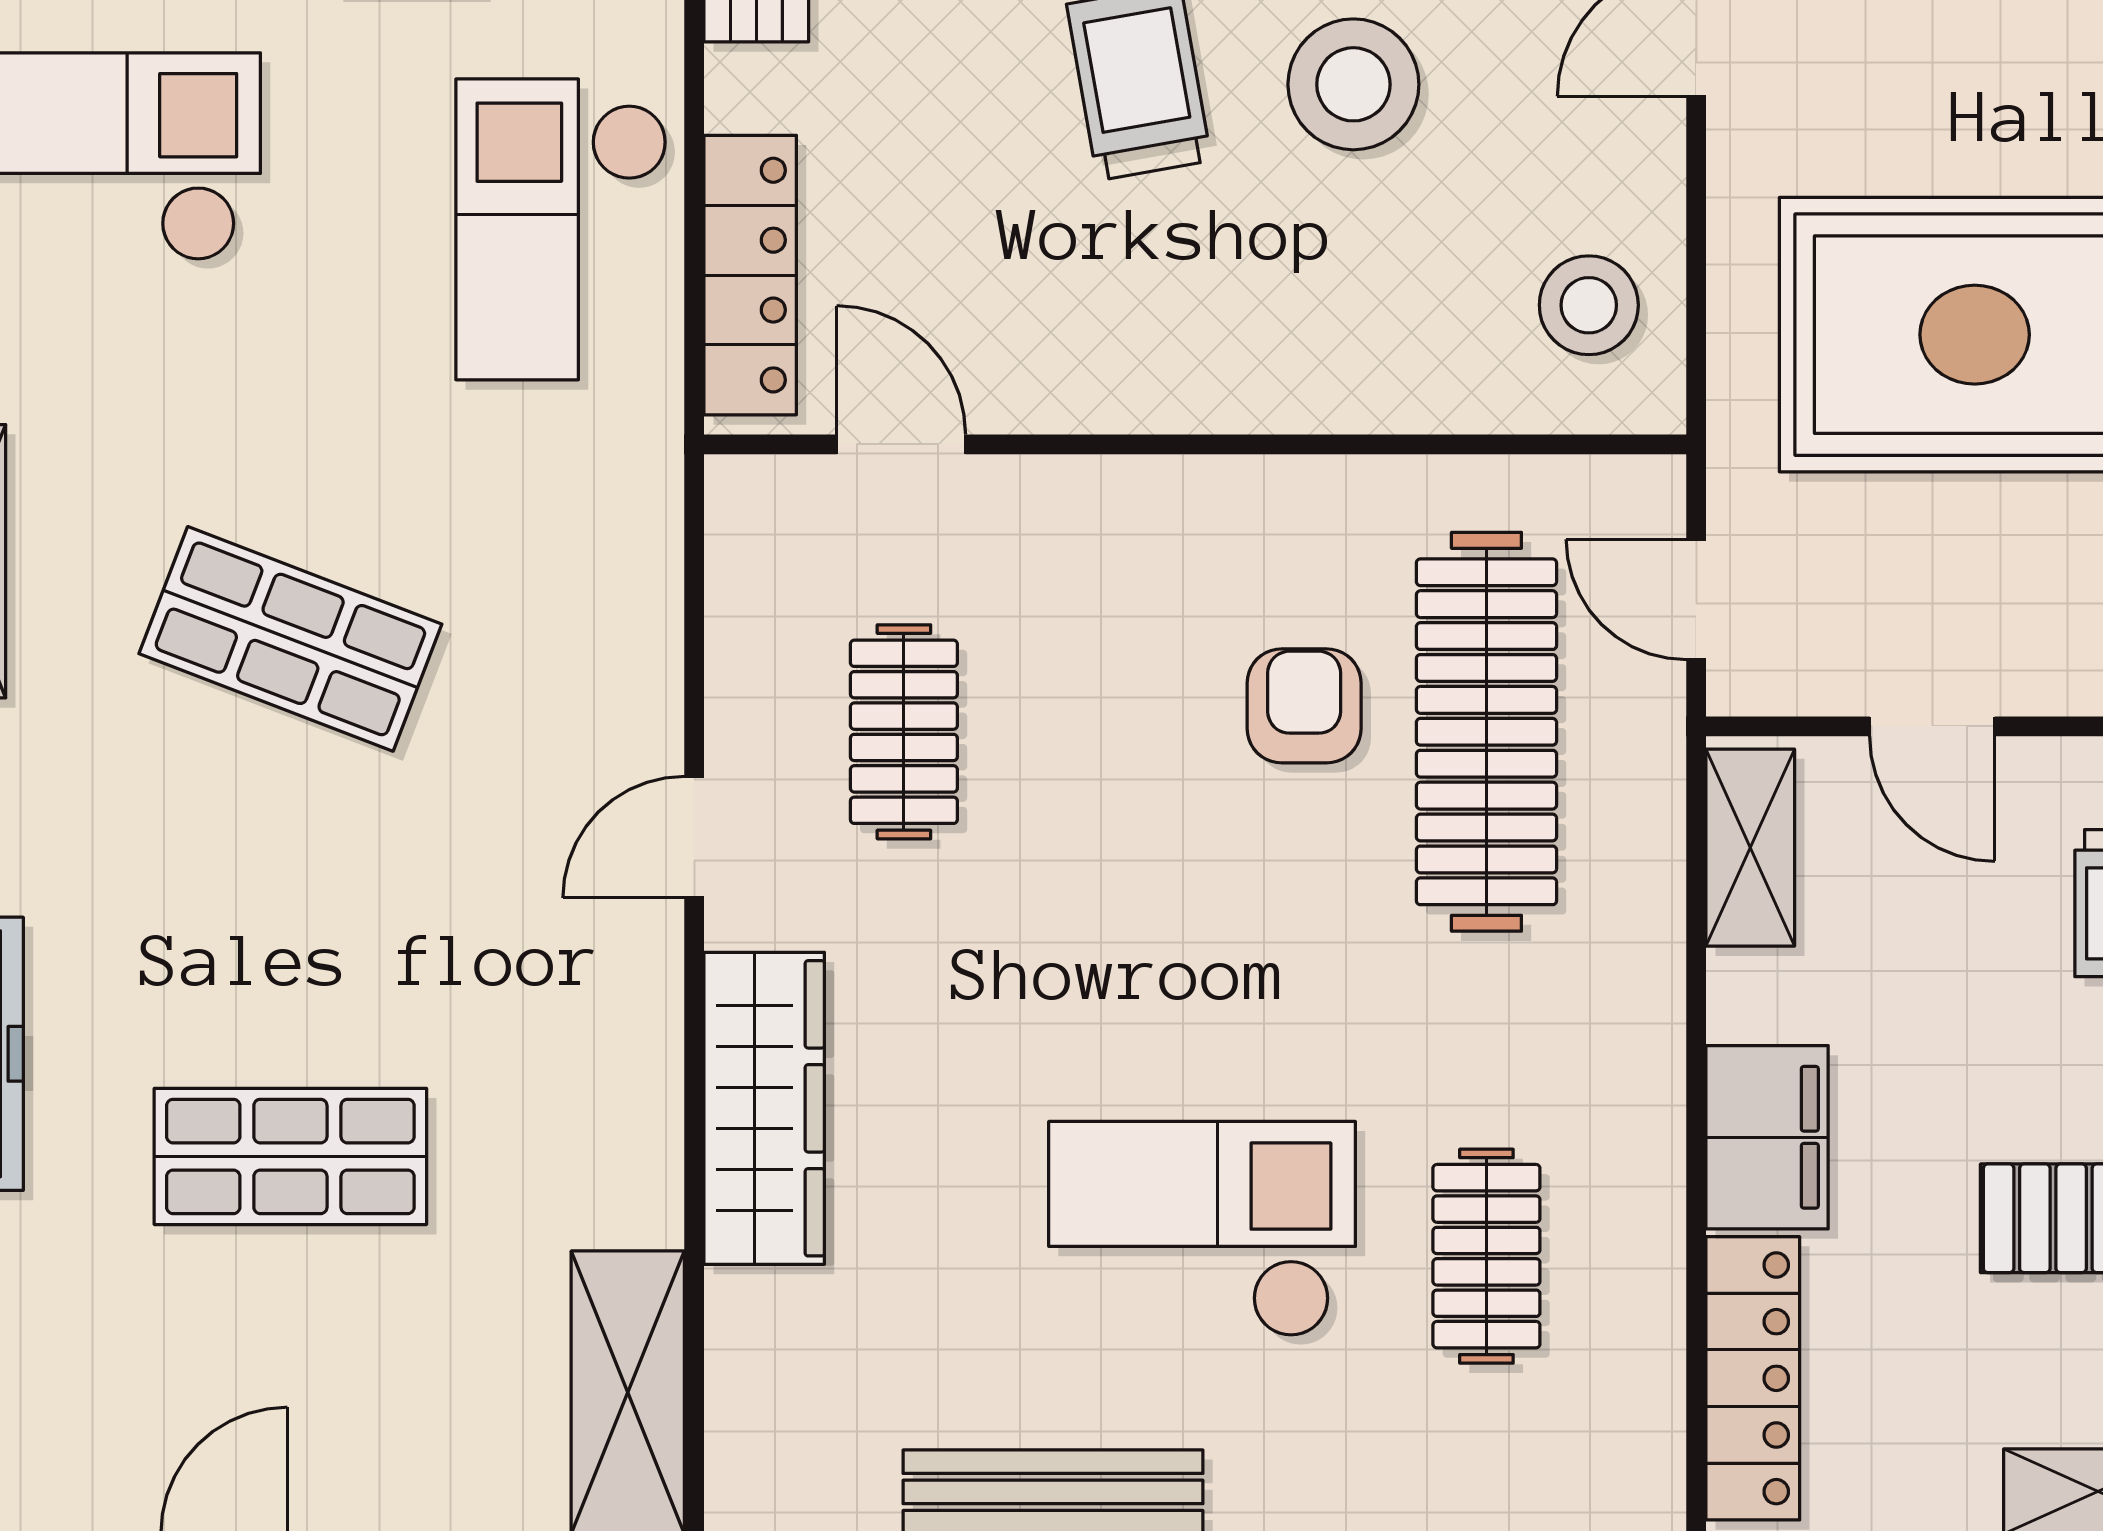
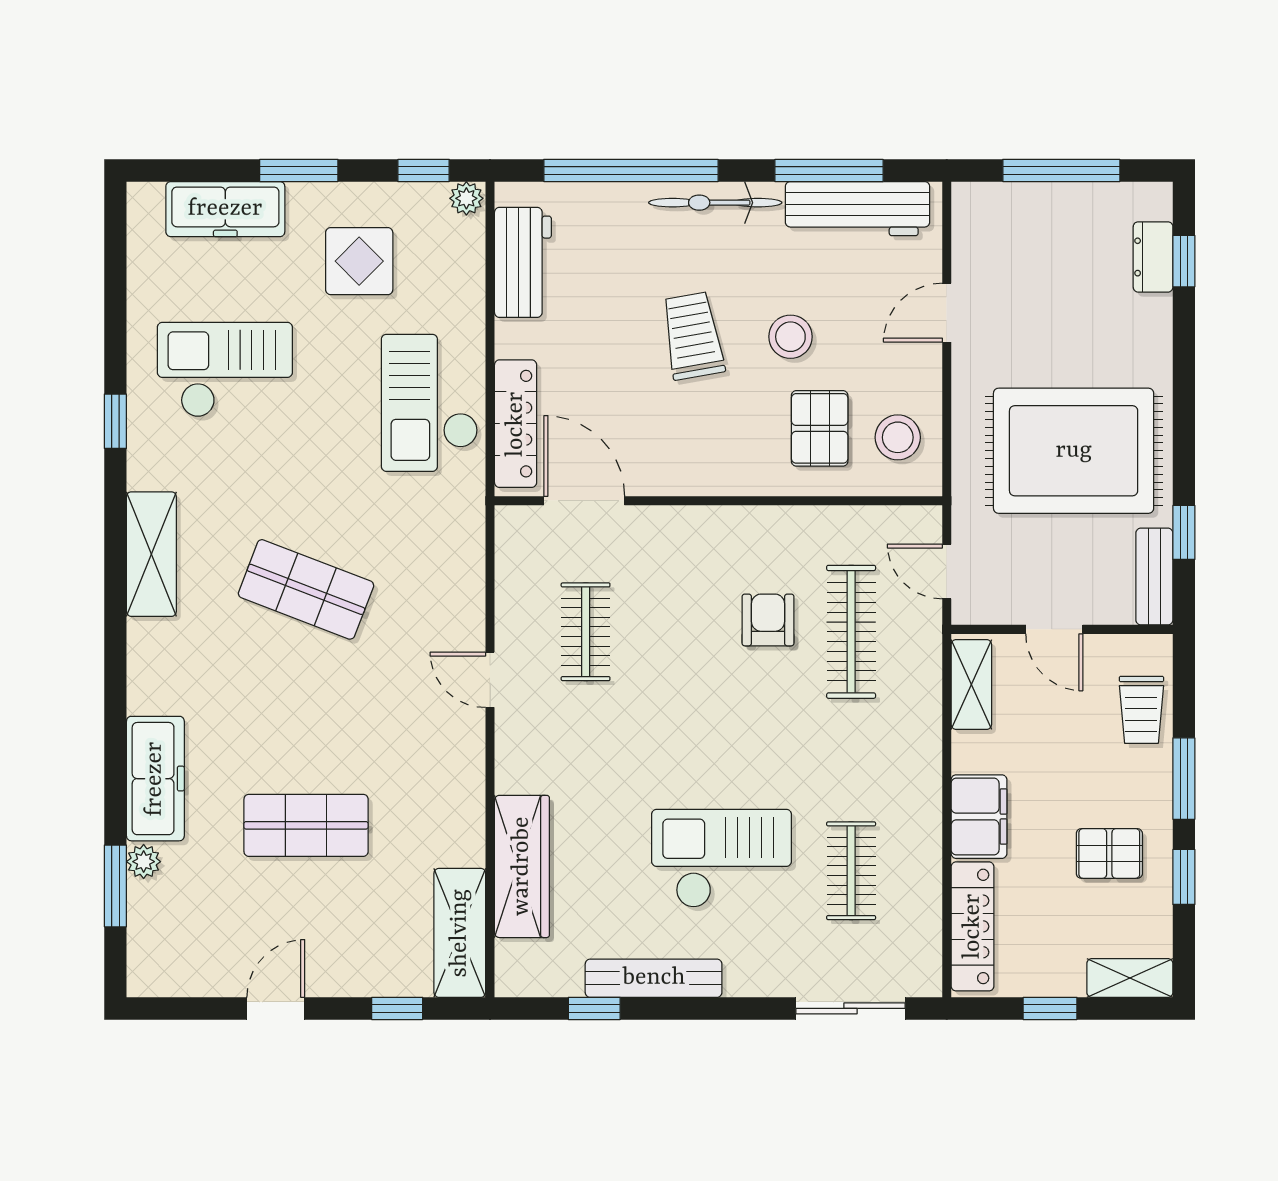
stool: (1353, 84) -> (790, 337), width x0.73, depth x0.73
pallet: (1417, 286) -> (820, 428), added
door: (901, 444) -> (584, 501), width x1.38
clothes rail: (1486, 732) -> (851, 632), width x0.73, depth x0.76
door: (694, 837) -> (490, 680), hinge flipped
wardrobe: (764, 1108) -> (522, 866), moved

